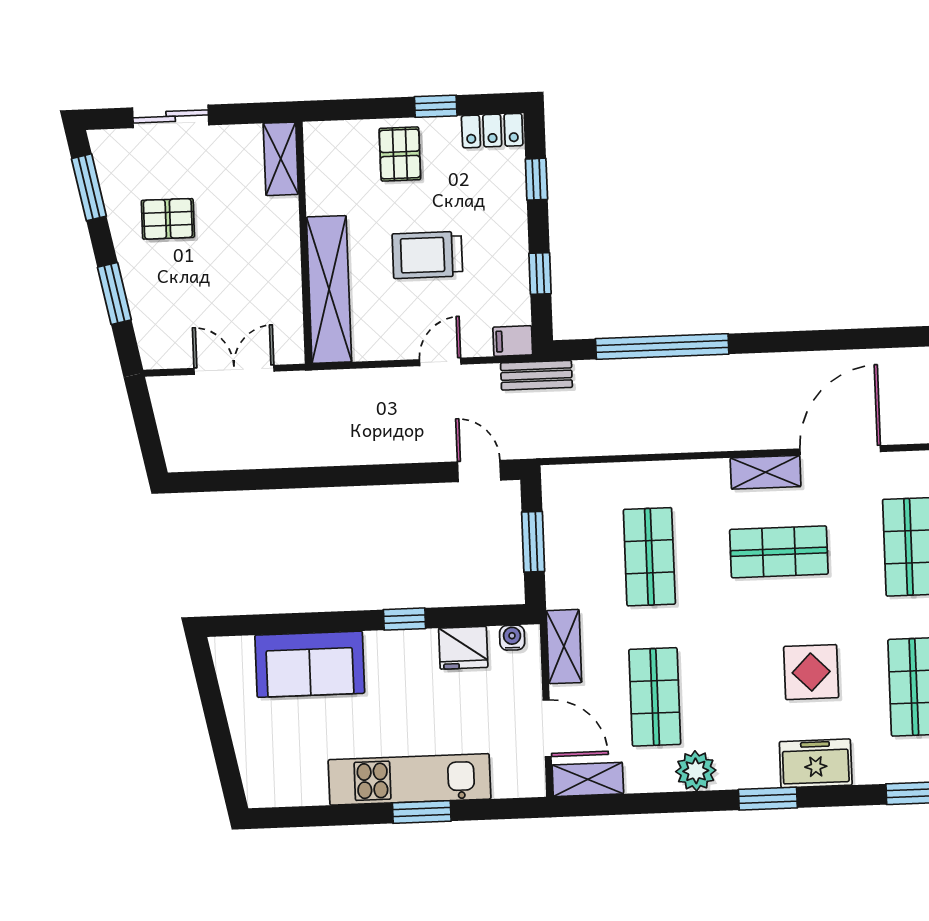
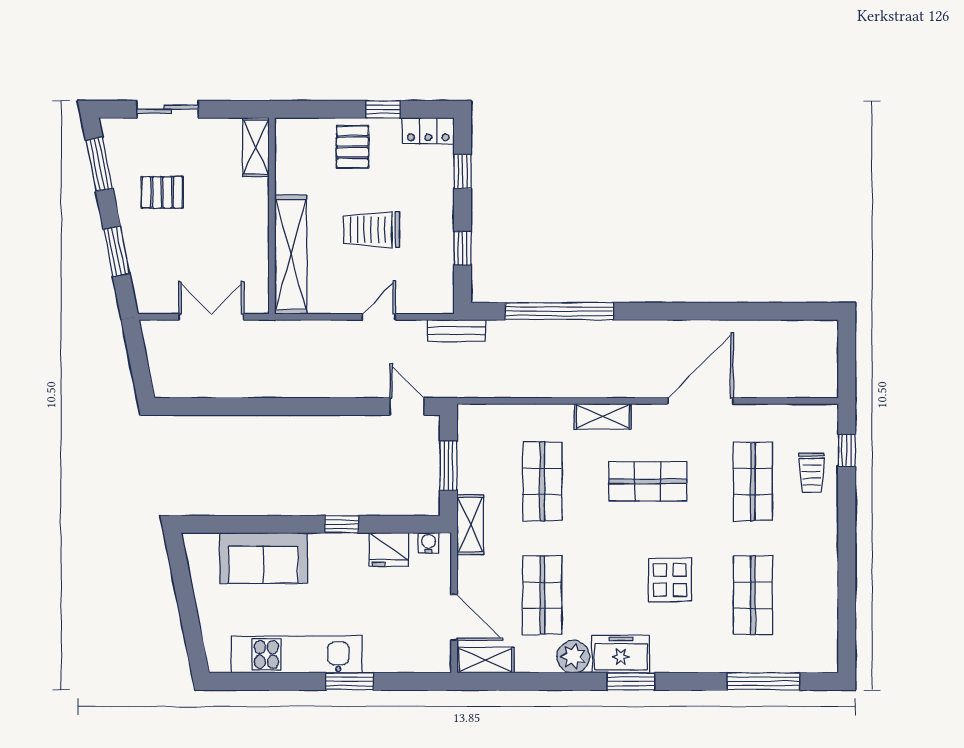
filing cabinet: (513, 341) -> (438, 302), removed
shelving: (766, 472) -> (603, 416), moved
shelving: (564, 647) -> (470, 525), moved
freezer: (816, 763) -> (621, 654), moved
kitchen unit: (410, 779) -> (296, 655), moved

